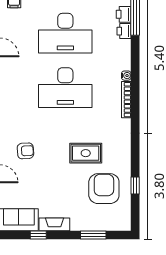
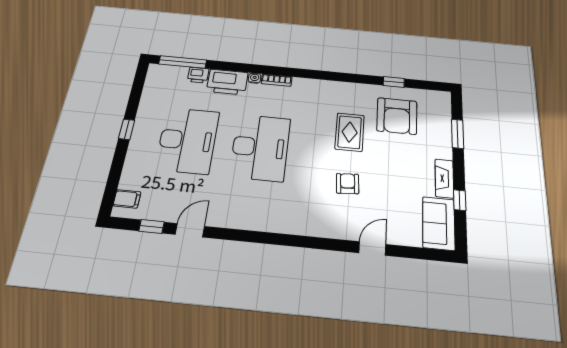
printer: (124, 14) -> (227, 82), moved, width x1.87, depth x1.48
bookcase: (126, 100) -> (277, 80), width x0.64
armchair: (25, 151) -> (348, 184), moved
armchair: (104, 189) -> (397, 116), turned -90

